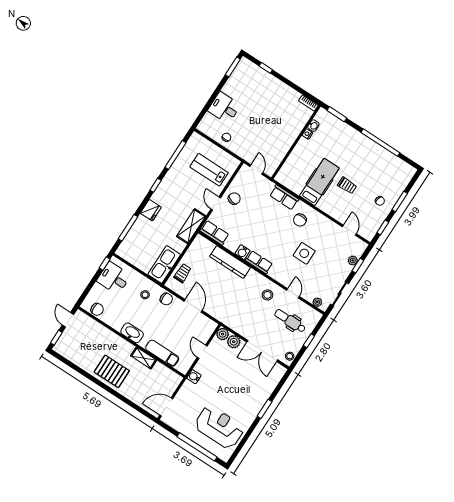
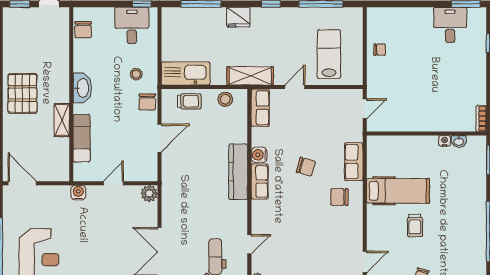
desk: (224, 108) -> (450, 25), moved
chair: (234, 199) -> (306, 167), moved
side table: (304, 253) -> (304, 227), removed
kitchen counter: (230, 262) -> (238, 172), moved
stool: (267, 295) -> (225, 99), moved
plant: (234, 342) -> (149, 212), removed

